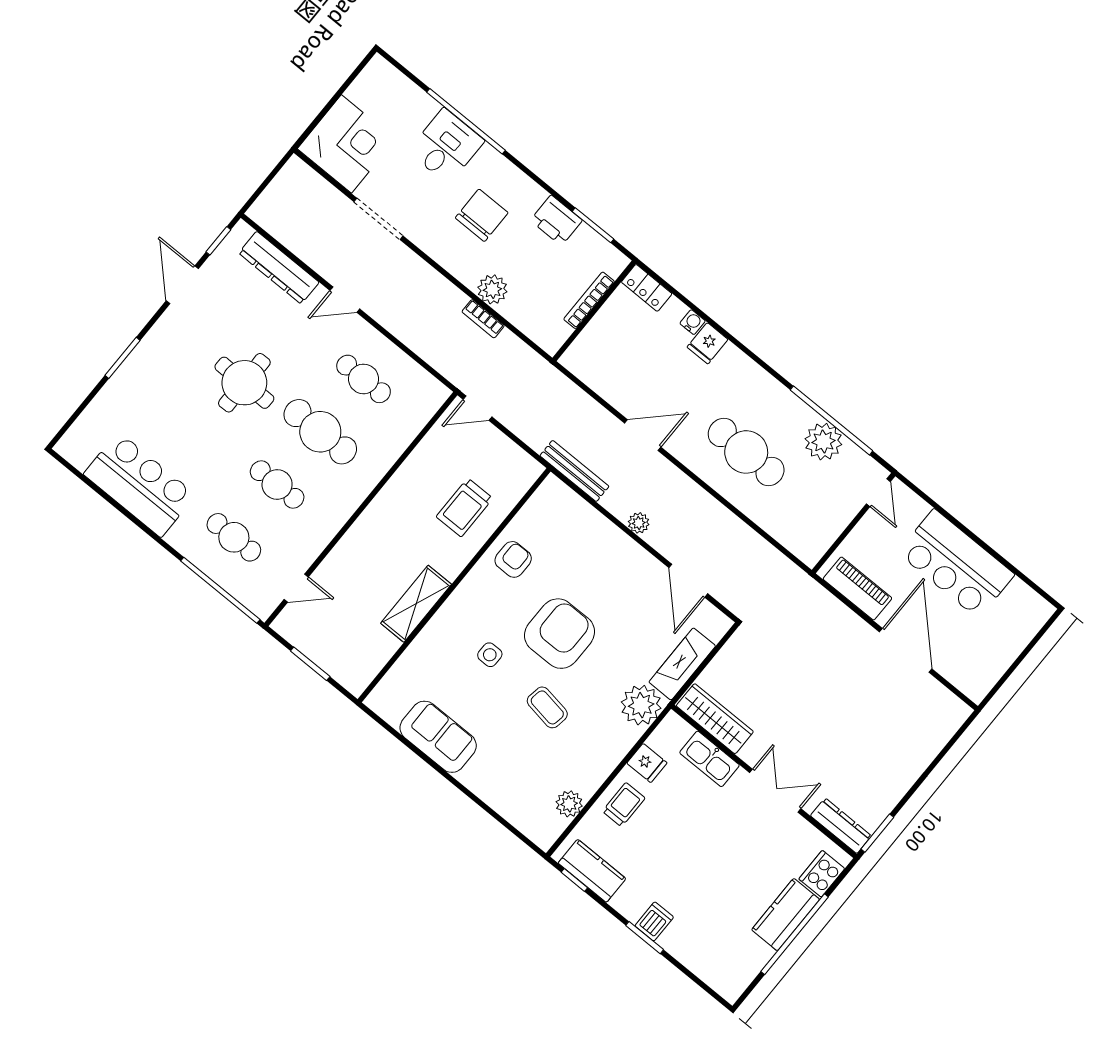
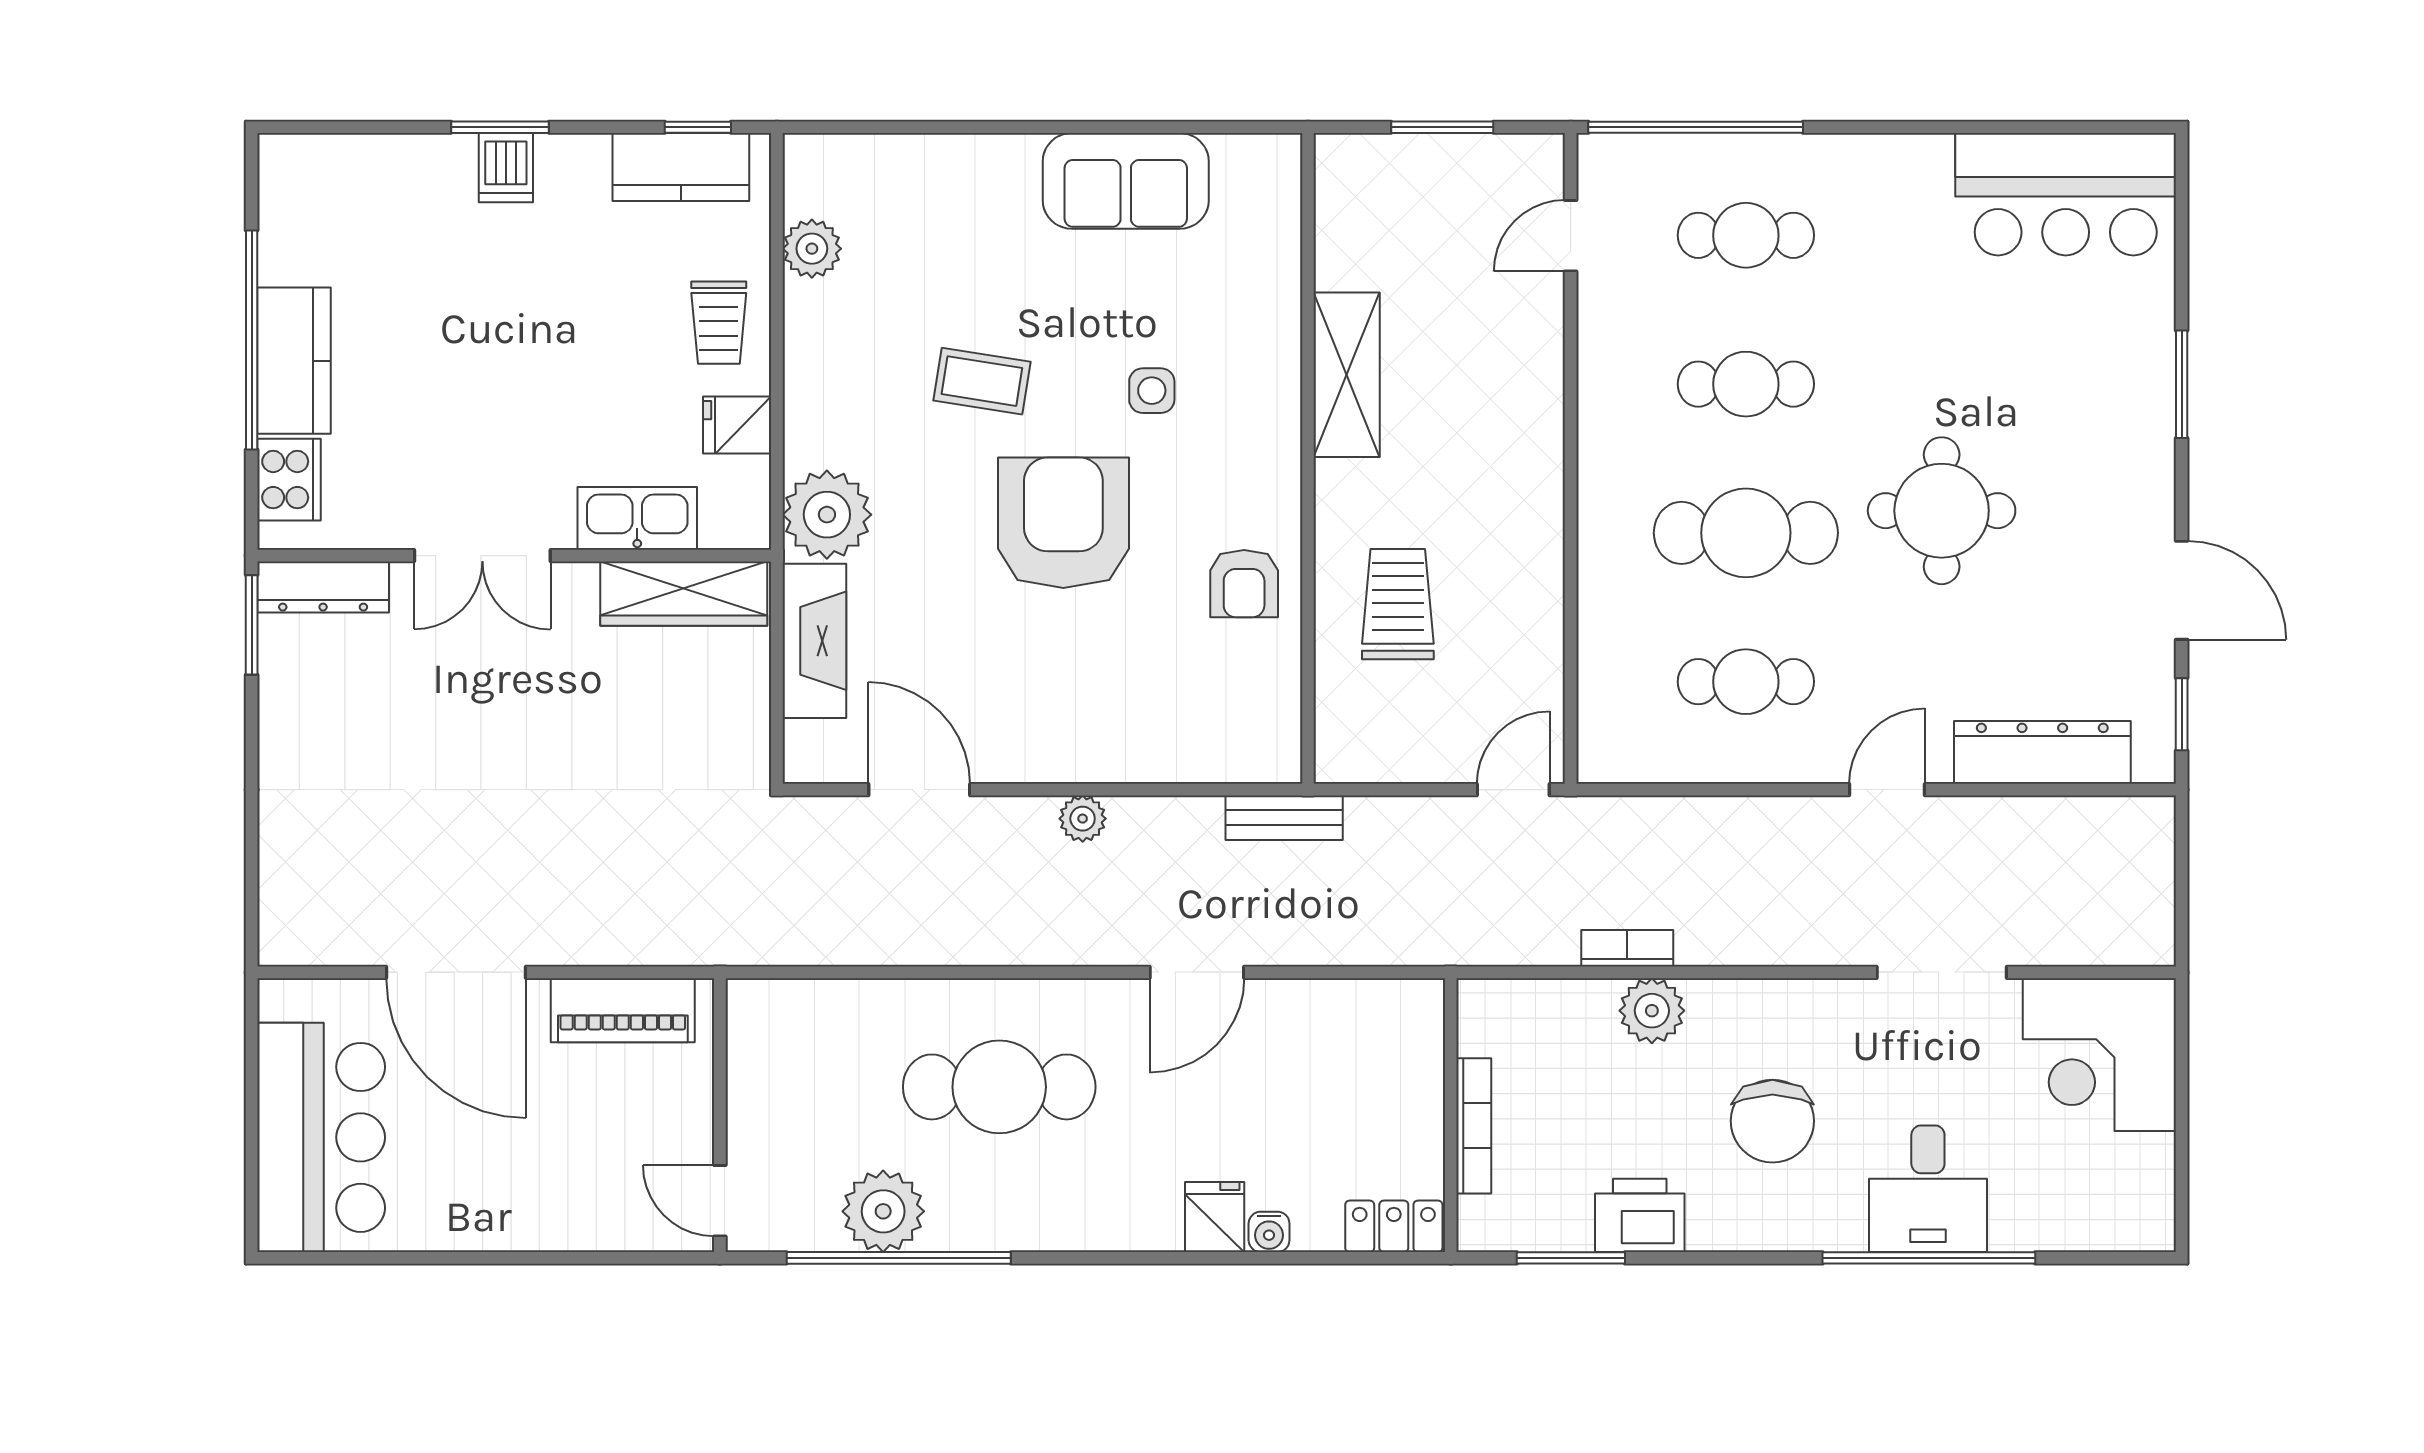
bench: (574, 471) -> (1284, 818), width x0.73
bar counter: (140, 485) -> (2066, 194), moved
bar counter: (956, 564) -> (321, 1137), moved, turned 90
armchair: (560, 634) -> (1063, 523), turned 180

